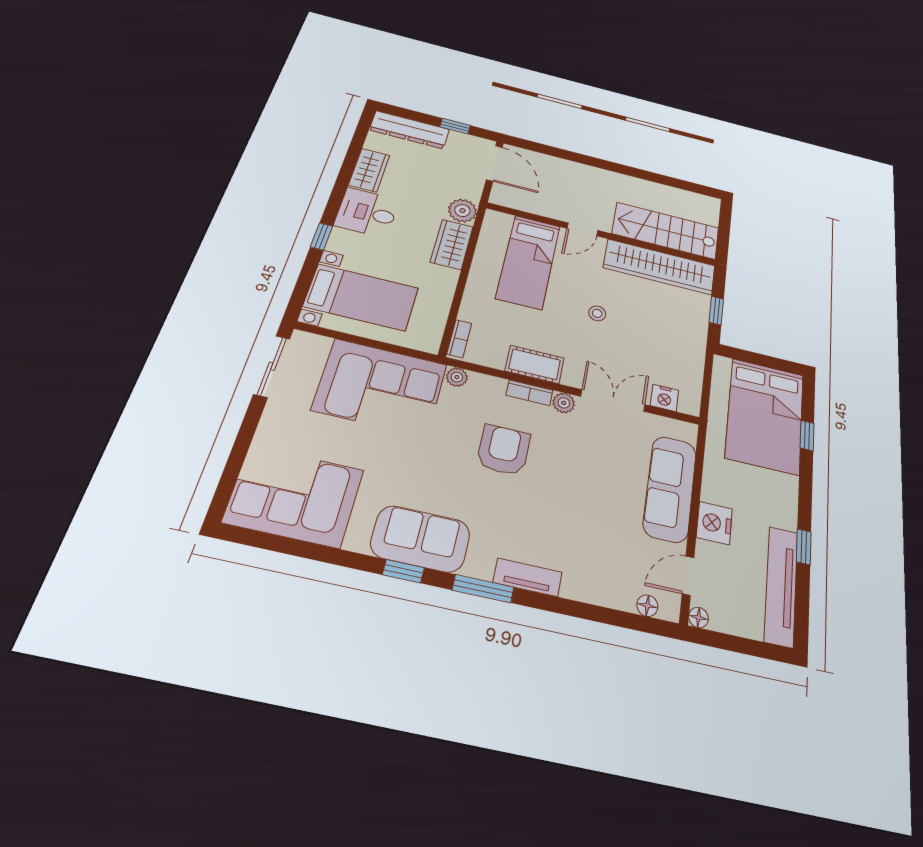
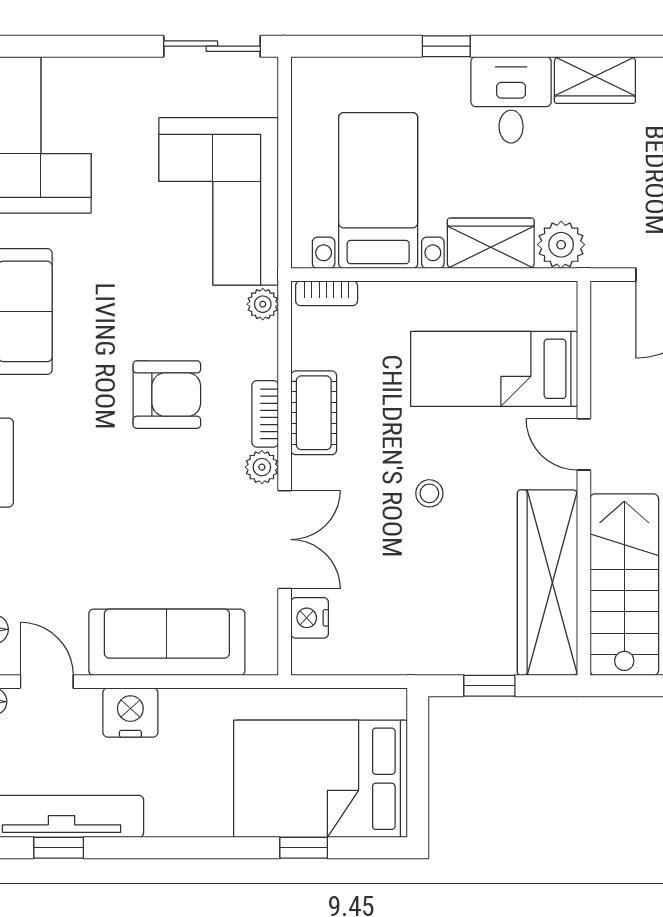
bed with nightstands: (361, 297) -> (378, 190), moved, turned 180
window: (804, 547) -> (59, 848), moved

